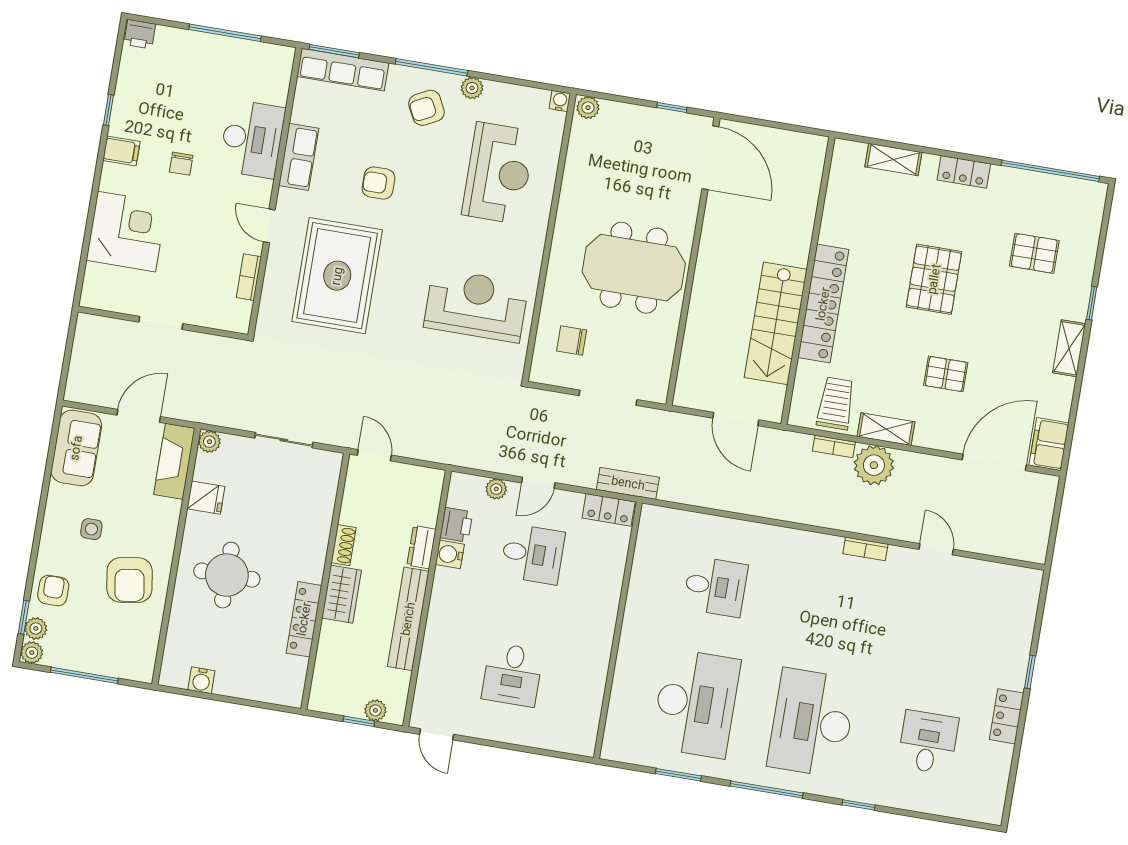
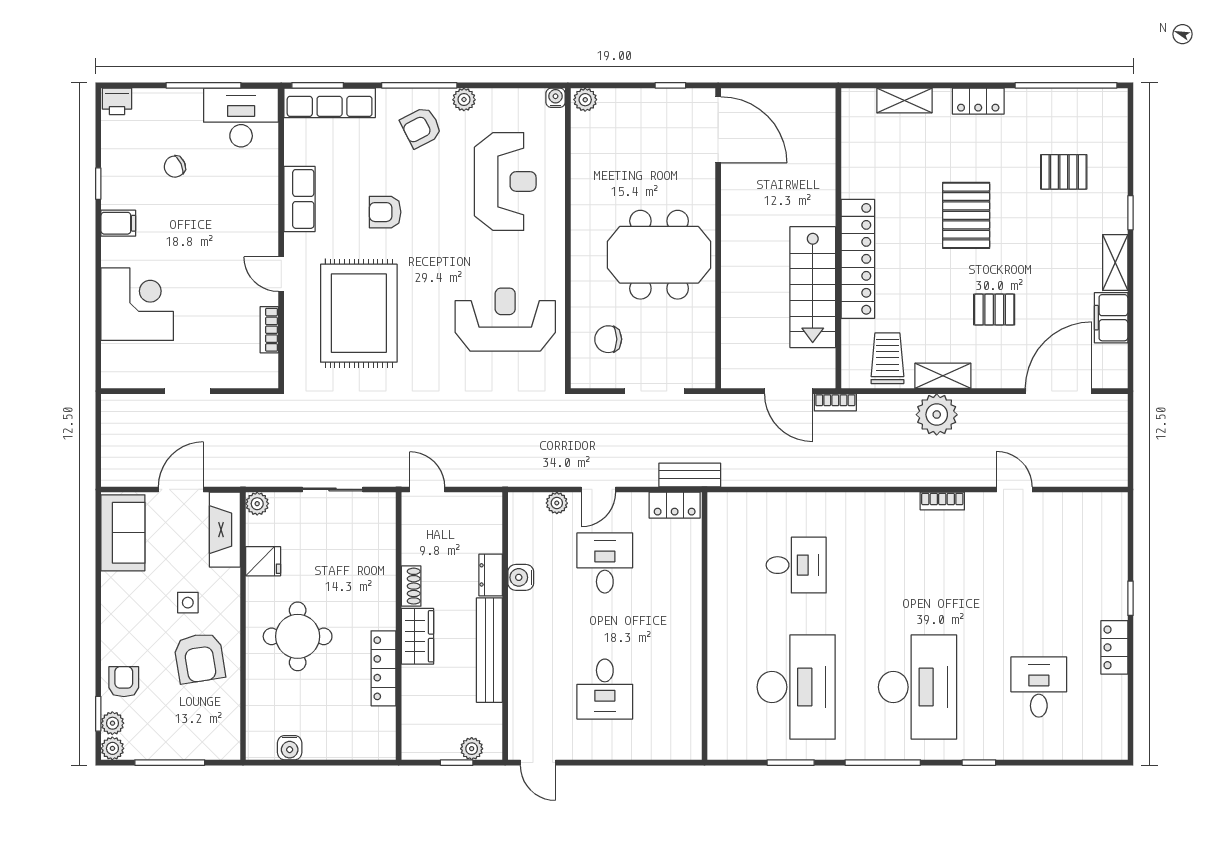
desk: (252, 139) -> (241, 118), moved, turned -90
chair: (181, 164) -> (175, 167), moved, turned 66
filing cabinet: (1049, 444) -> (1111, 318), moved
bookcase: (834, 446) -> (835, 402), moved
printer: (456, 525) -> (522, 546), removed
side table: (91, 529) -> (188, 603), moved
desk: (533, 554) -> (605, 563), turned -90
desk: (812, 723) -> (917, 687), turned 180

